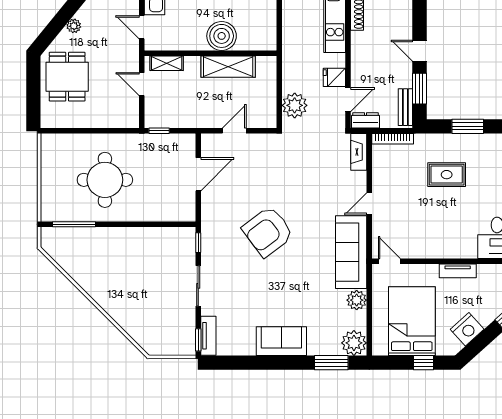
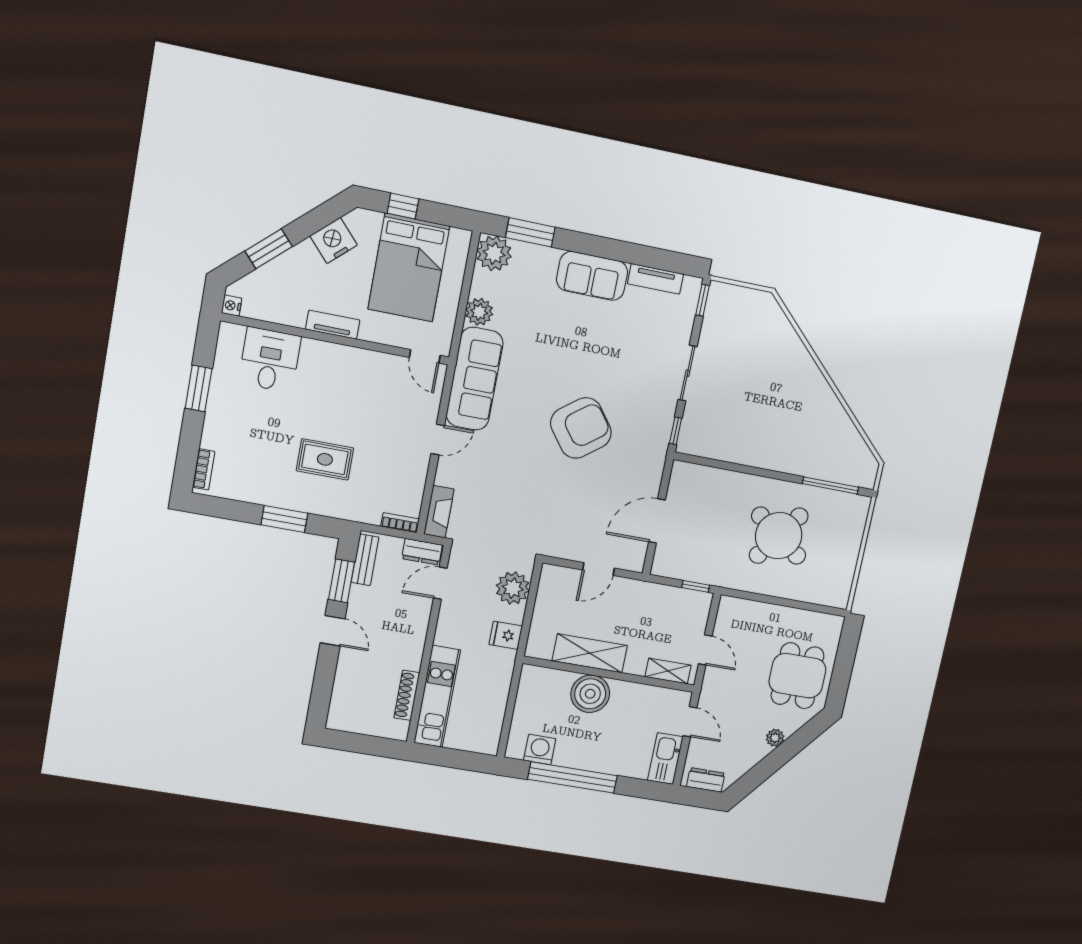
fridge: (334, 77) -> (506, 635), moved, turned 180
bookcase: (393, 139) -> (400, 523), width x0.64
round table: (105, 180) -> (779, 536), turned 36
tv unit: (208, 336) -> (655, 279), moved, turned -90

